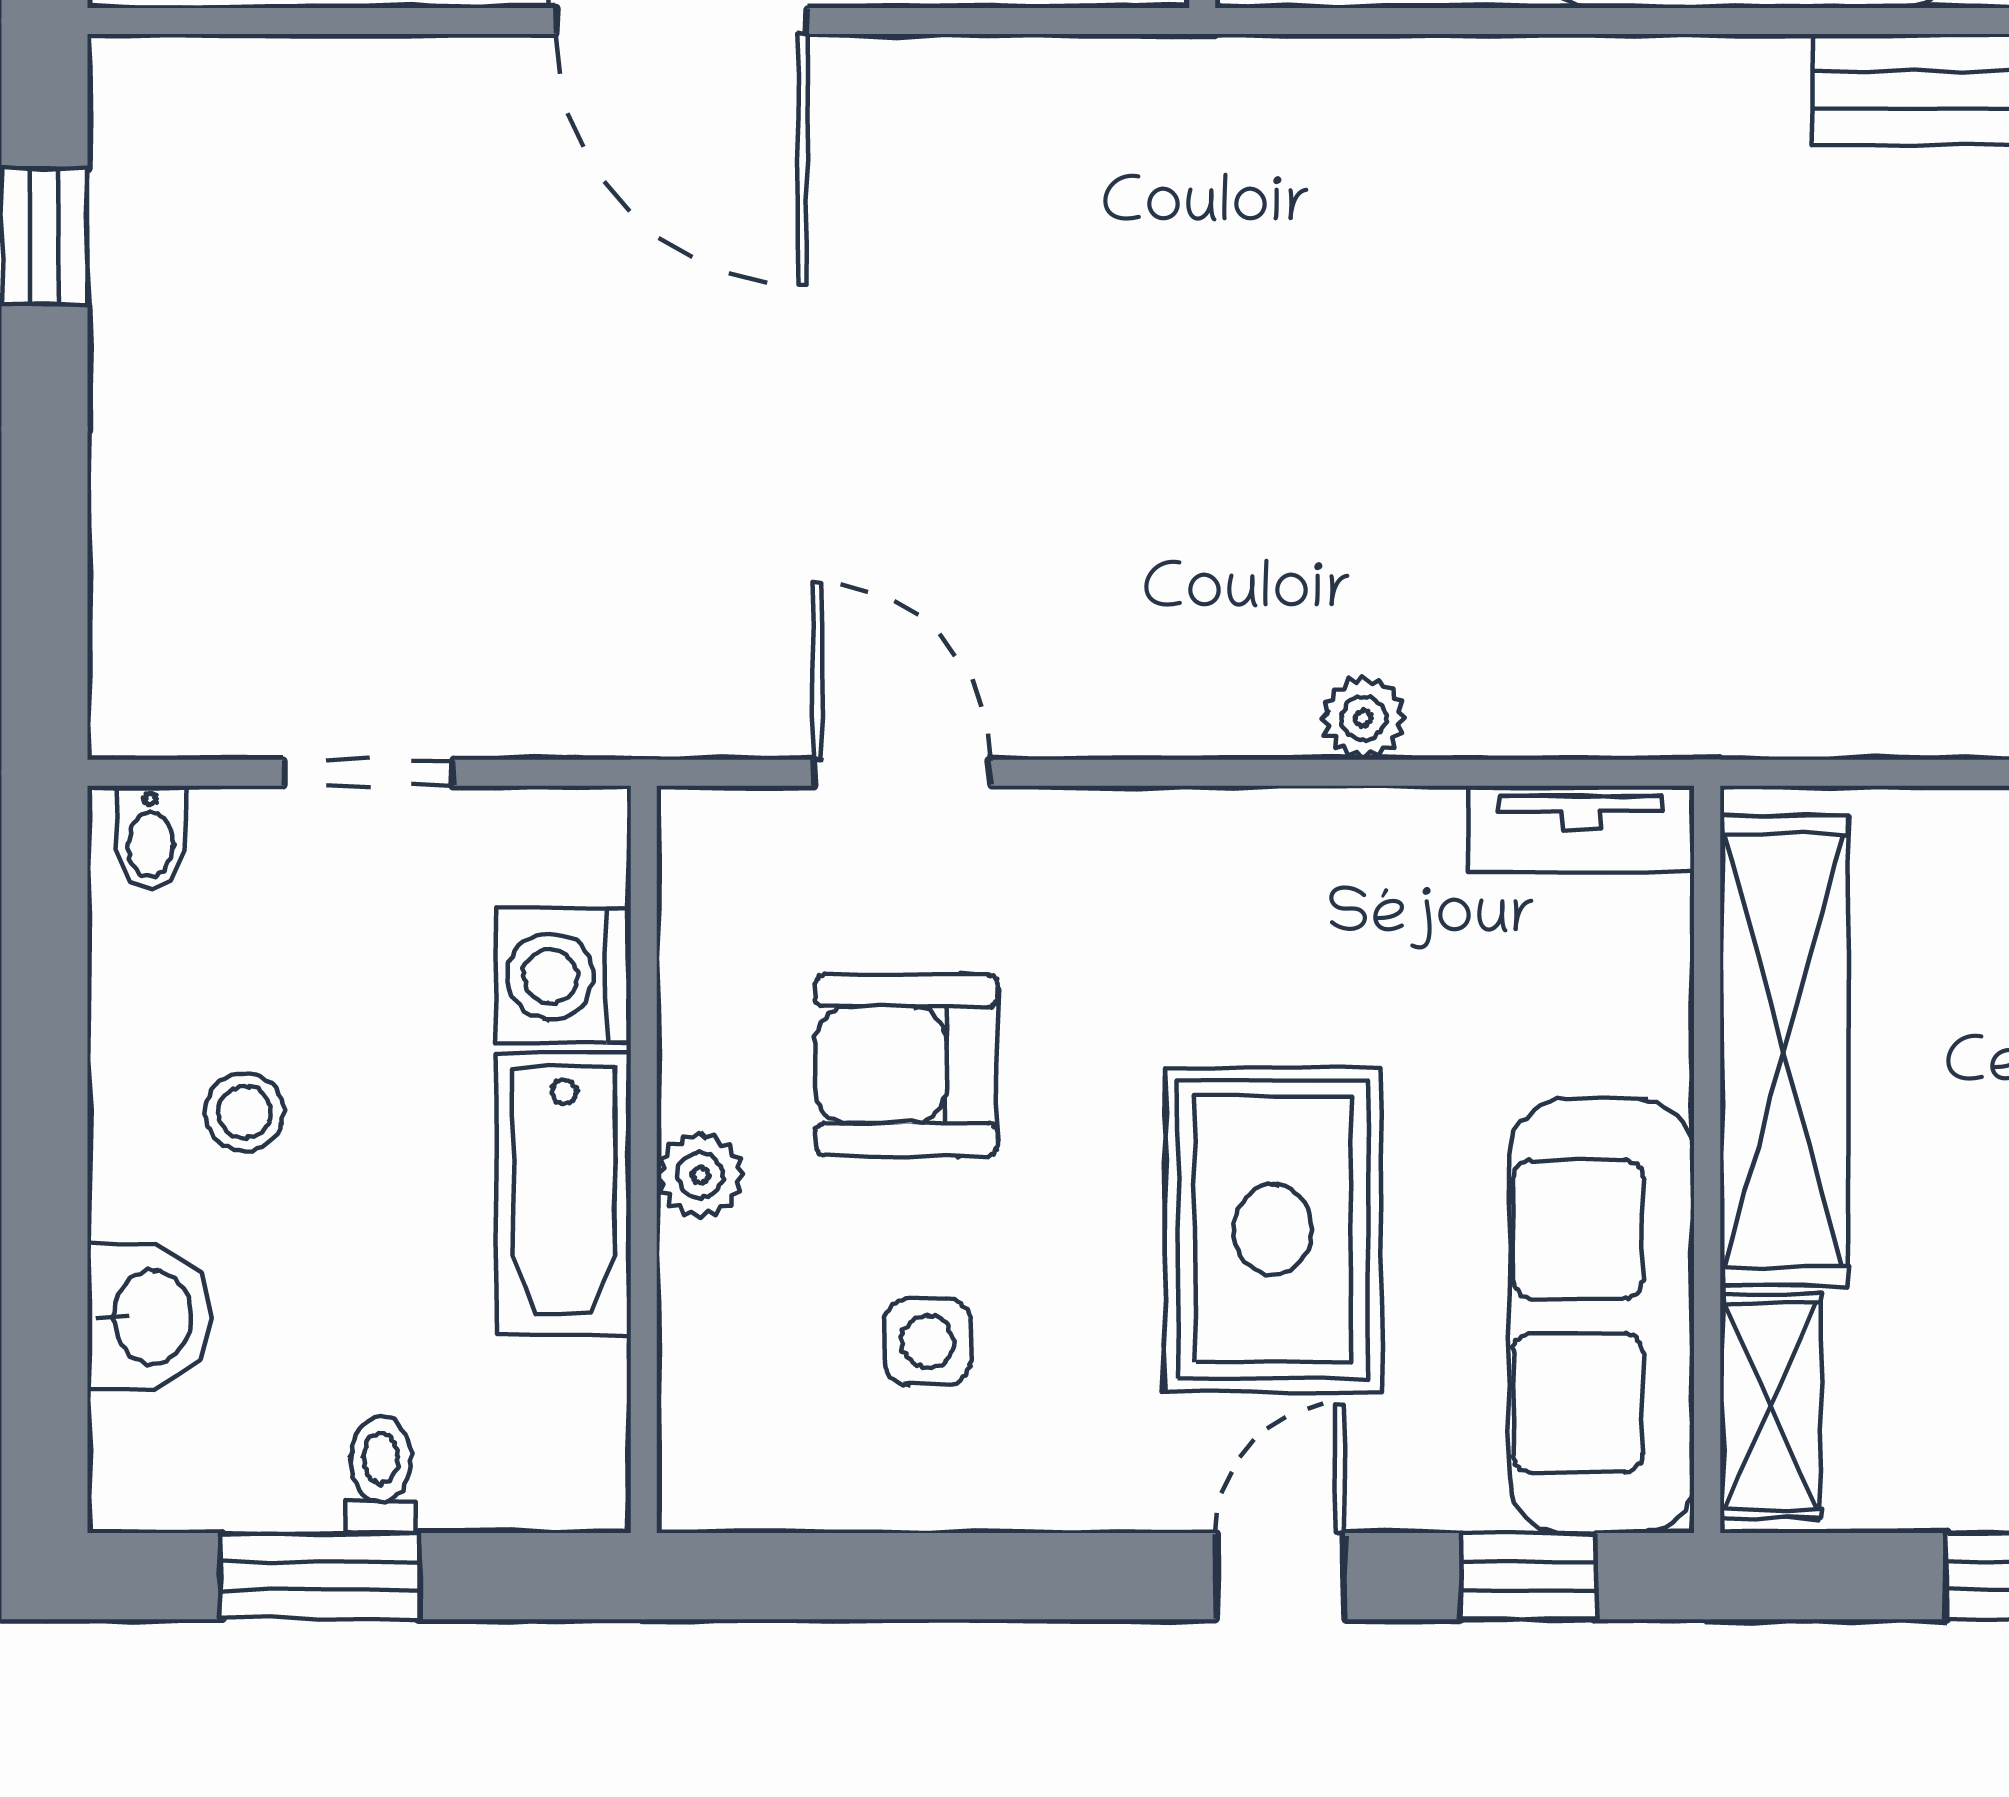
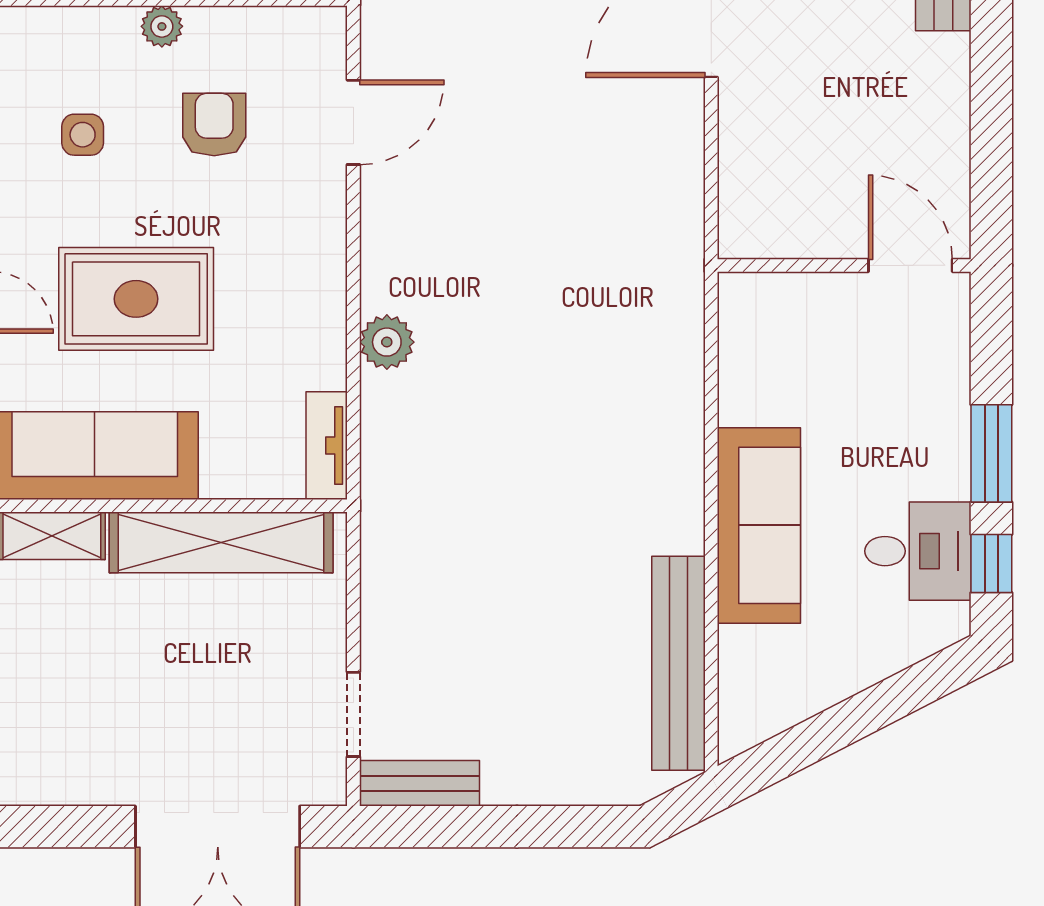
plant: (1363, 718) -> (387, 342), width x1.38, depth x1.38
armchair: (906, 1065) -> (214, 125), width x0.72, depth x0.72

